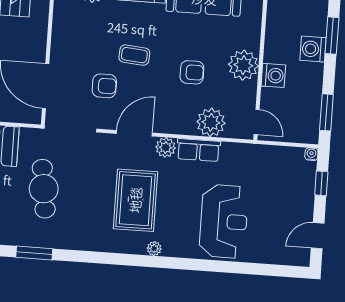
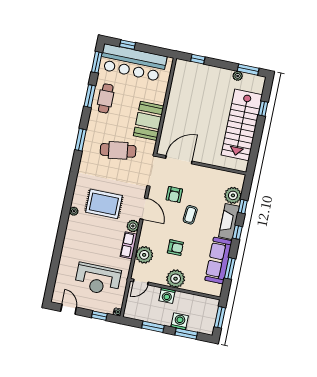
armchair: (192, 72) -> (175, 248), turned -90
window: (326, 112) -> (153, 327), moved
reception desk: (224, 221) -> (98, 279), moved

